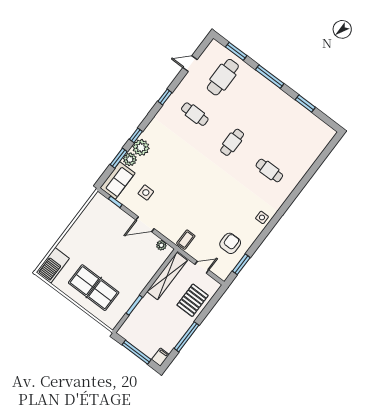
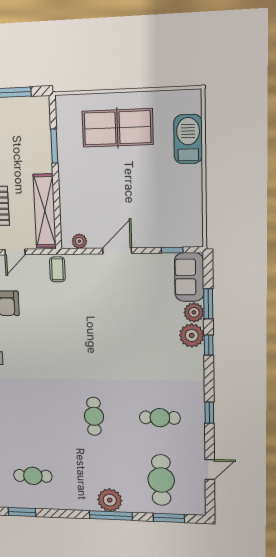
plant: (263, 86) -> (110, 500), added
window: (305, 104) -> (22, 512), moved
cafe table: (269, 170) -> (33, 476), moved
side table: (146, 193) -> (145, 288), removed
barbecue: (53, 265) -> (188, 139), moved

